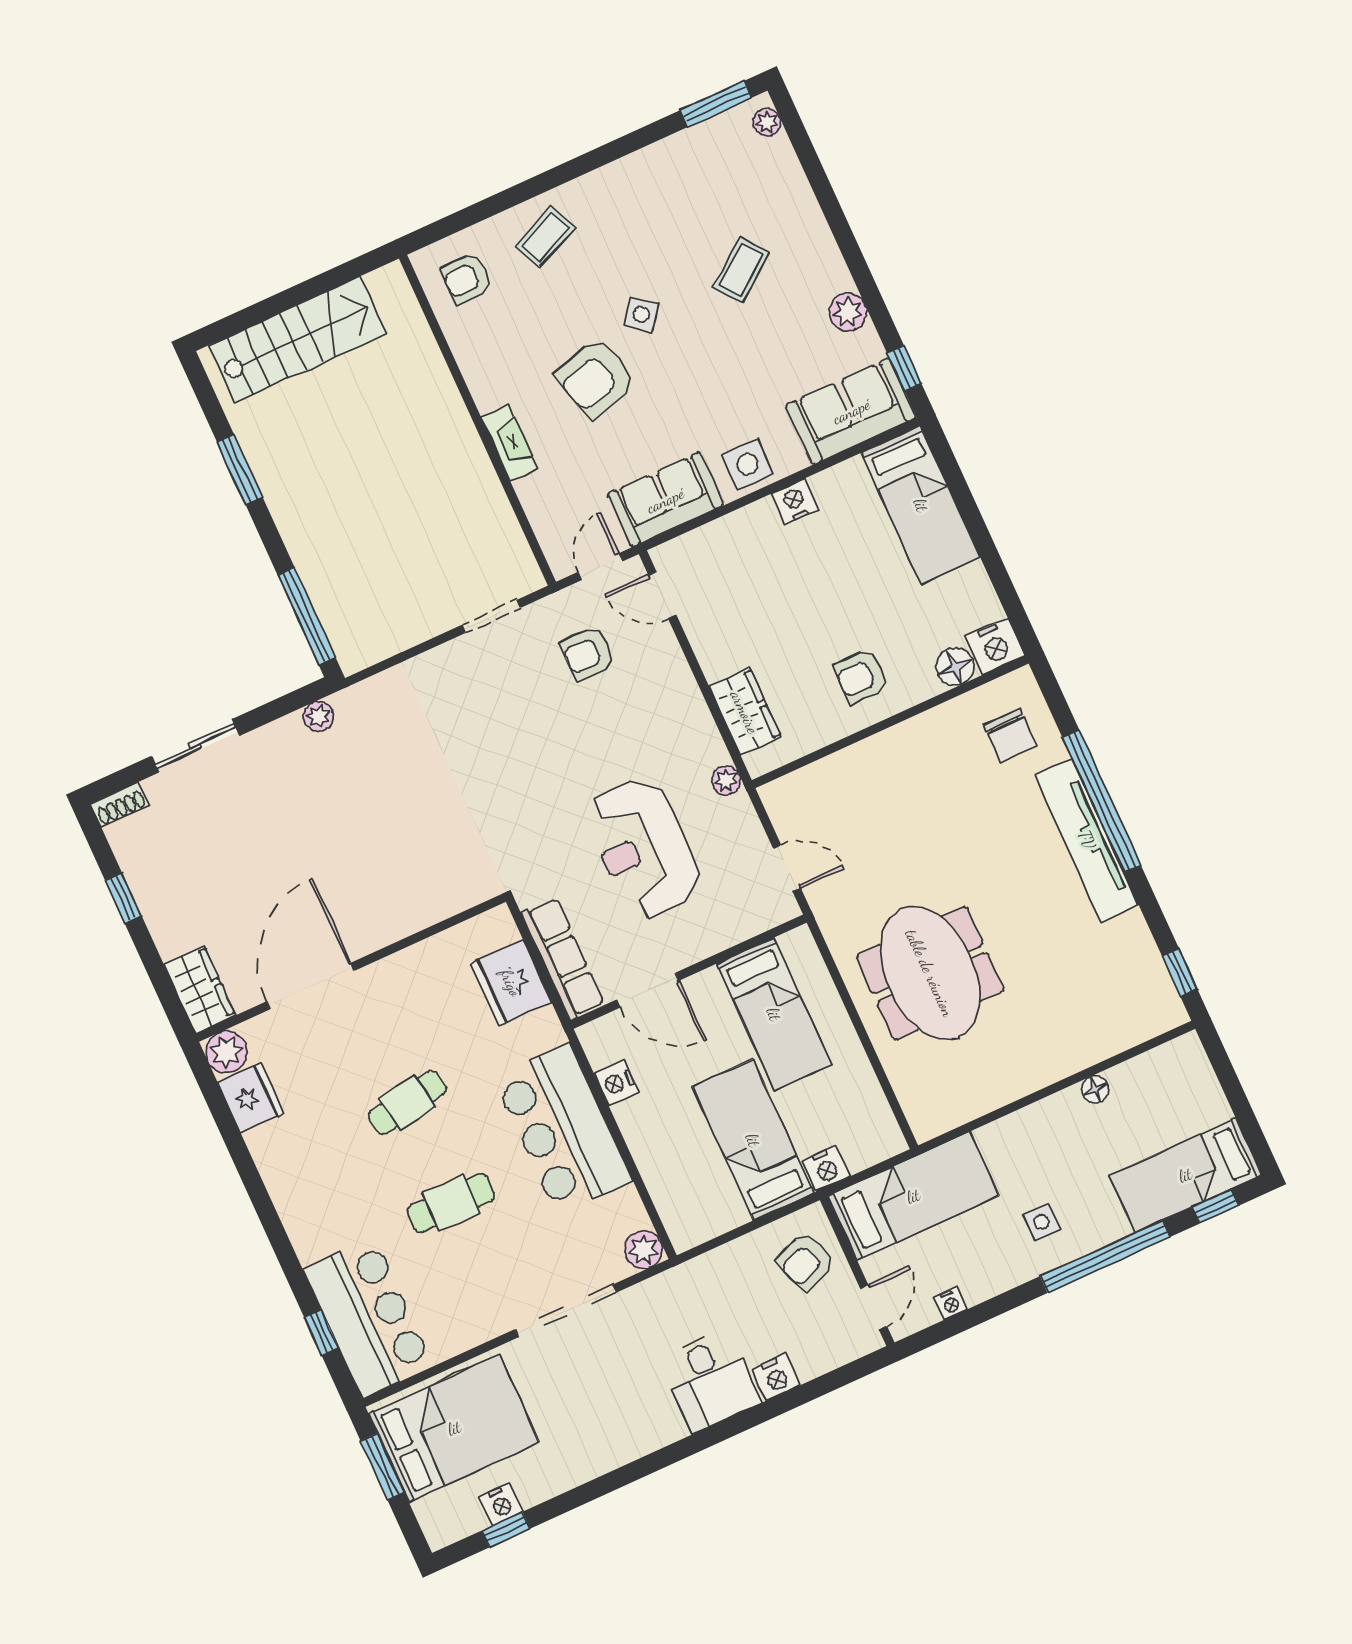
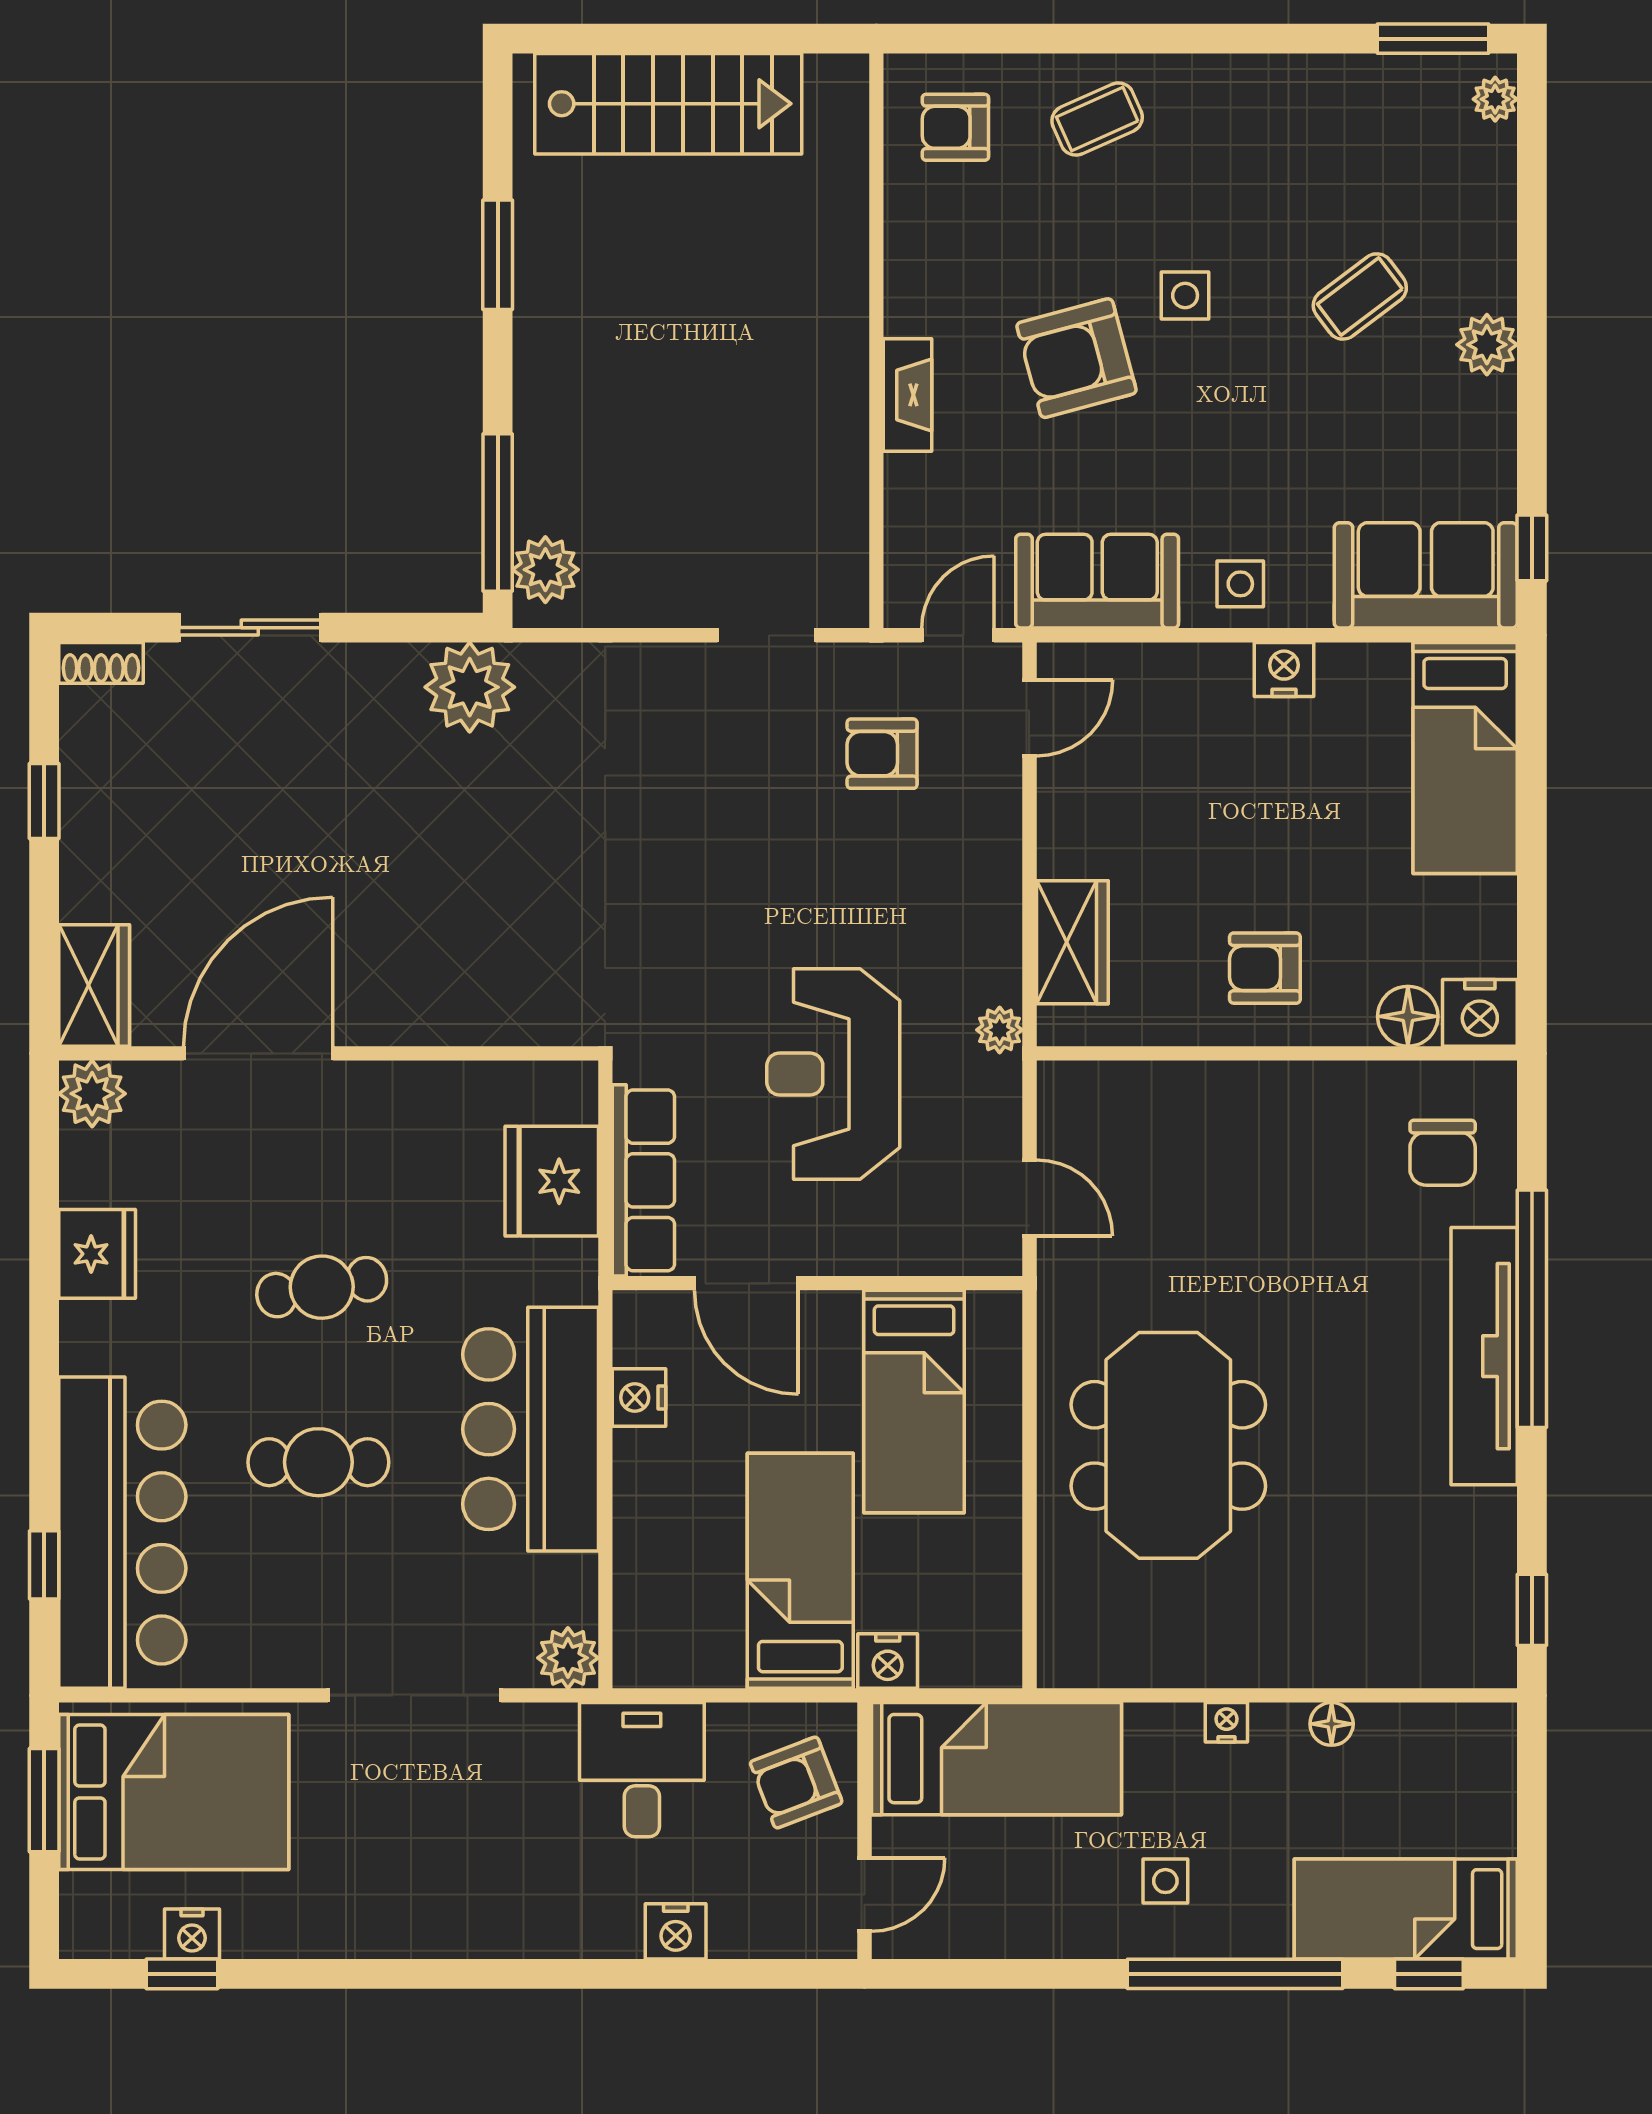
plant: (848, 312) -> (1487, 345), moved
side table: (641, 314) -> (1185, 295), turned -37
side table: (748, 464) -> (1240, 584), width x0.73, depth x0.73
door: (662, 595) -> (1029, 718), swing flipped
plant: (348, 636) -> (545, 570), added
plant: (319, 716) -> (470, 687), width x1.87, depth x1.87
fridge: (251, 1098) -> (97, 1254), moved
nightstand: (951, 1303) -> (1226, 1722), moved, turned 180
bar counter: (368, 1318) -> (122, 1533), width x1.36
desk: (710, 1380) -> (642, 1770), moved, turned 180

